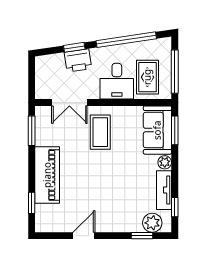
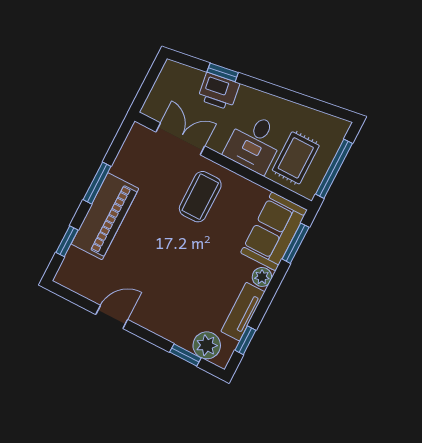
window: (126, 40) -> (293, 97), removed
double door: (69, 102) -> (180, 139), swing flipped
window: (32, 131) -> (97, 183), moved

